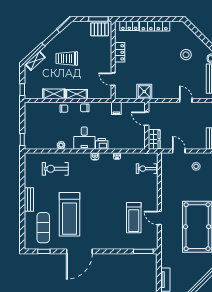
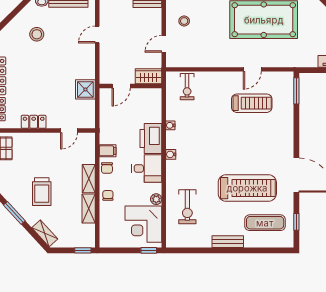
filing cabinet: (116, 108) -> (108, 151), moved
corner desk: (42, 136) -> (143, 224), added
printer: (102, 144) -> (151, 139), width x1.87, depth x1.48

